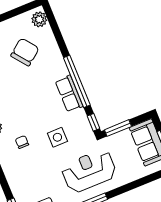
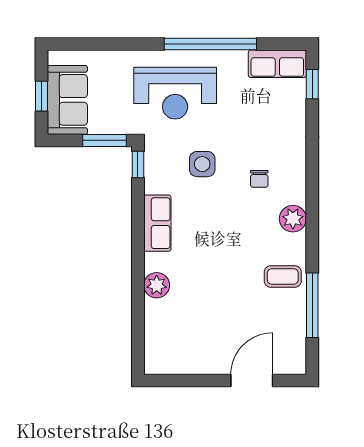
plant: (39, 19) -> (157, 285), moved
chair: (25, 52) -> (199, 314), removed
window: (77, 81) -> (138, 237), removed

